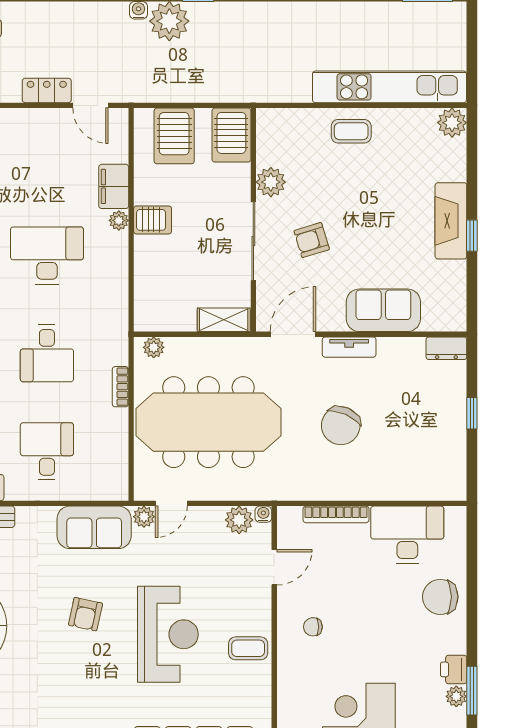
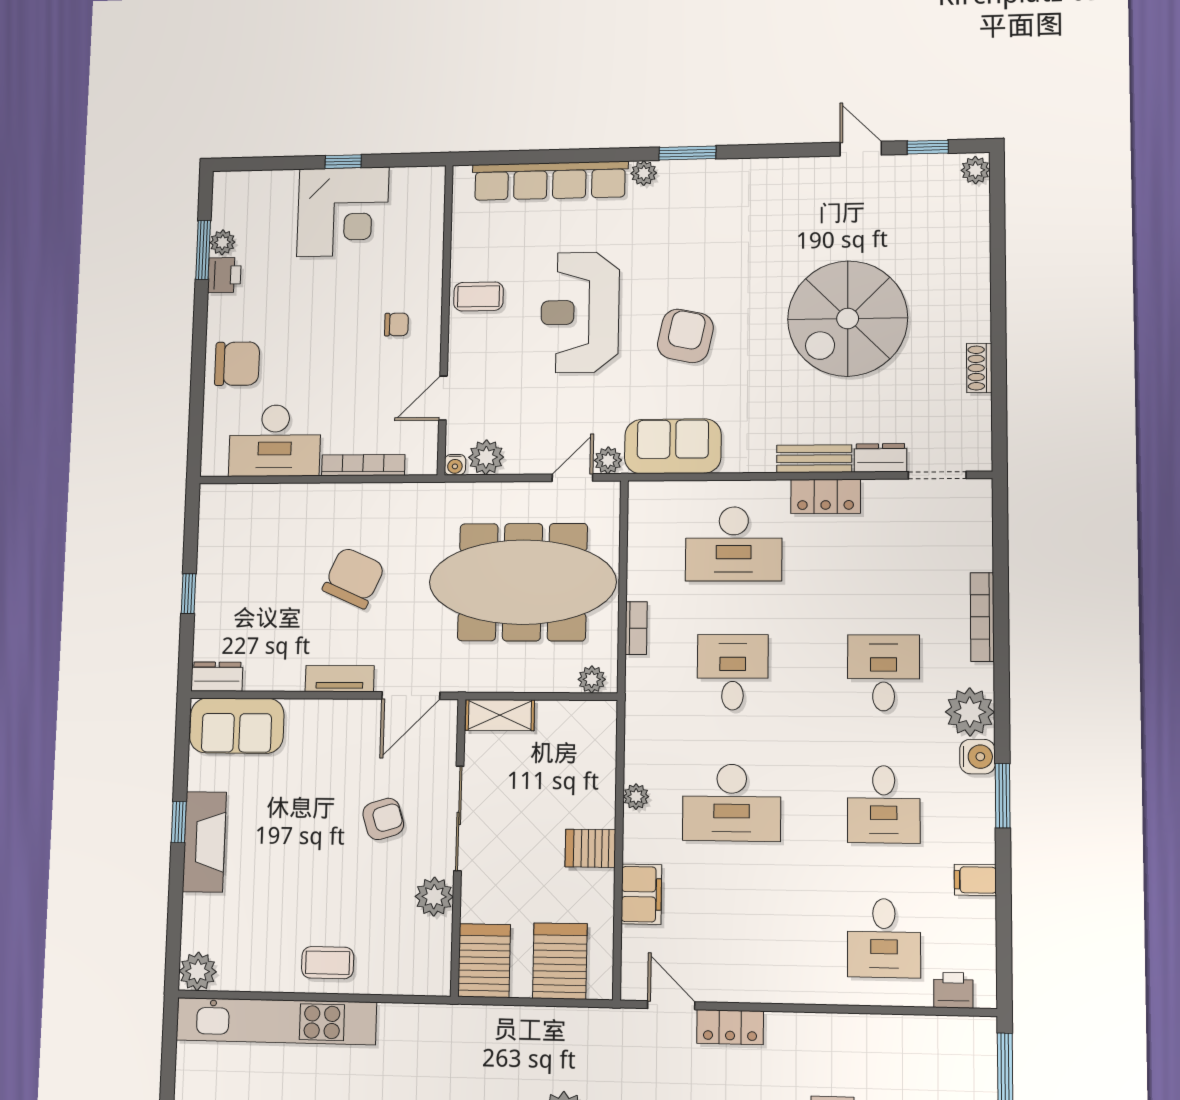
plant: (119, 220) -> (636, 797), moved
sofa: (383, 310) -> (237, 726), moved
desk: (47, 451) -> (734, 544), width x1.37
armchair: (85, 614) -> (685, 336), width x1.38, depth x1.38

